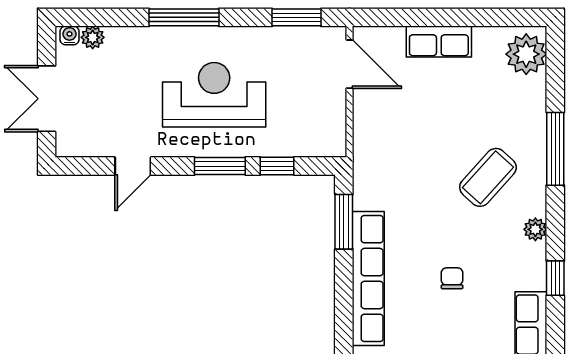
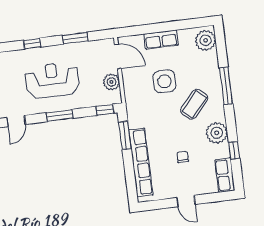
window: (184, 17) -> (32, 44), width x0.46
window: (297, 17) -> (75, 38), moved
plant: (330, 113) -> (111, 82), added
side table: (435, 125) -> (164, 81), added
window: (277, 166) -> (105, 110), moved
plant: (535, 229) -> (217, 133), width x1.88, depth x1.88

